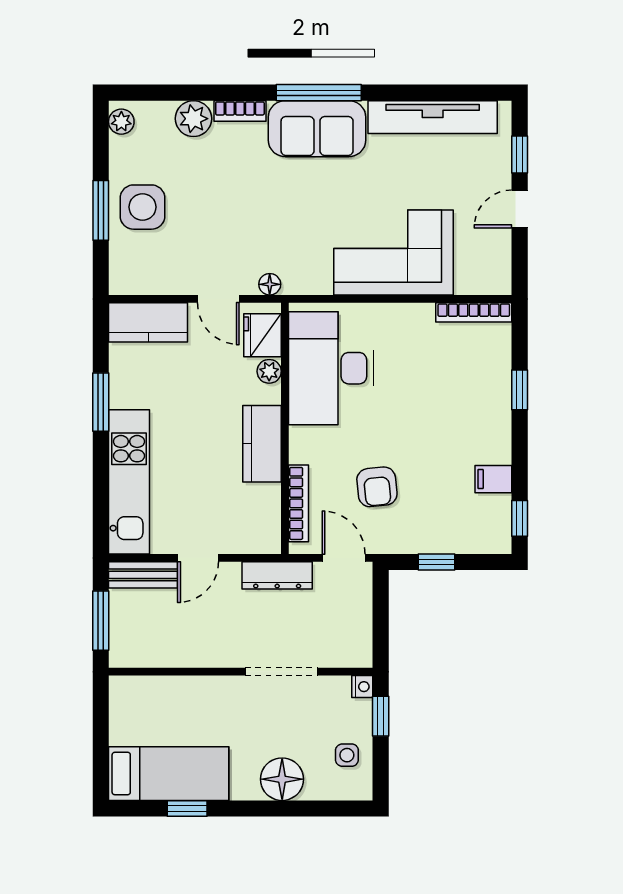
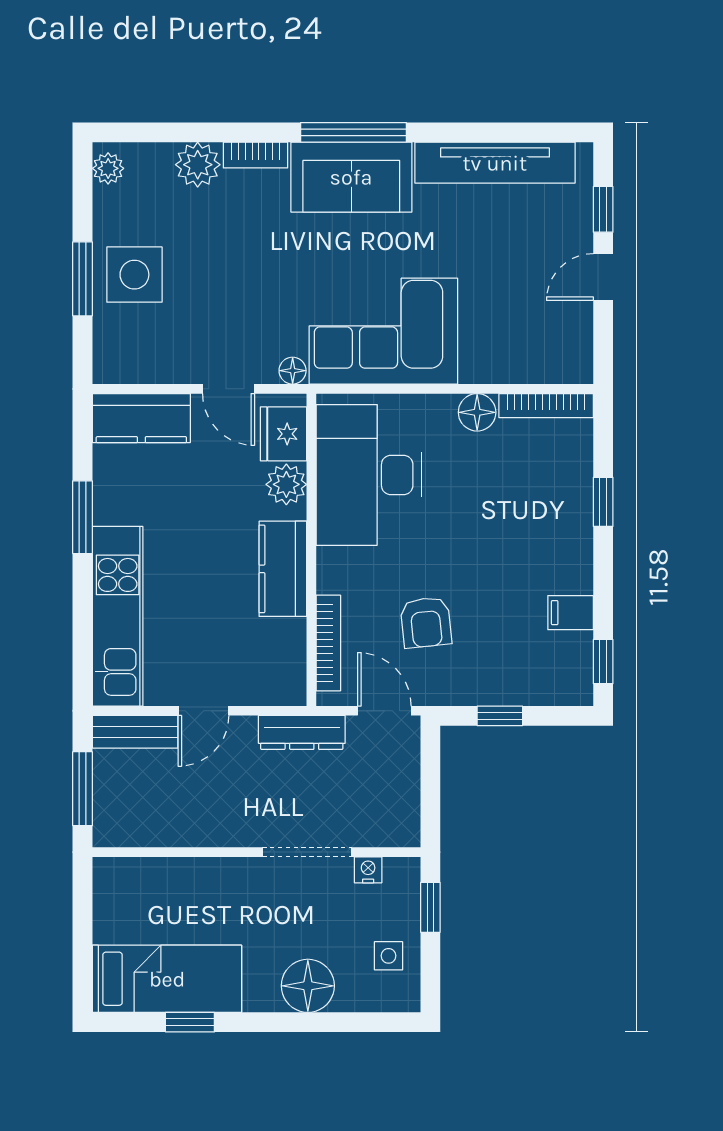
corner sofa: (394, 253) -> (383, 331), moved
floor lamp: (418, 318) -> (477, 412), added
plant: (269, 371) -> (286, 484), width x1.38, depth x1.38
nightstand: (362, 687) -> (368, 870), moved, turned -90

